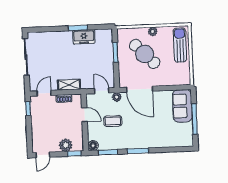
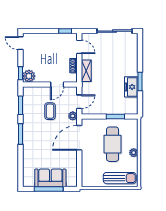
cafe table: (145, 54) -> (113, 144), turned -46
sofa: (182, 106) -> (50, 178), moved
plant: (66, 145) -> (29, 76), moved
floor lamp: (93, 145) -> (27, 91), removed

